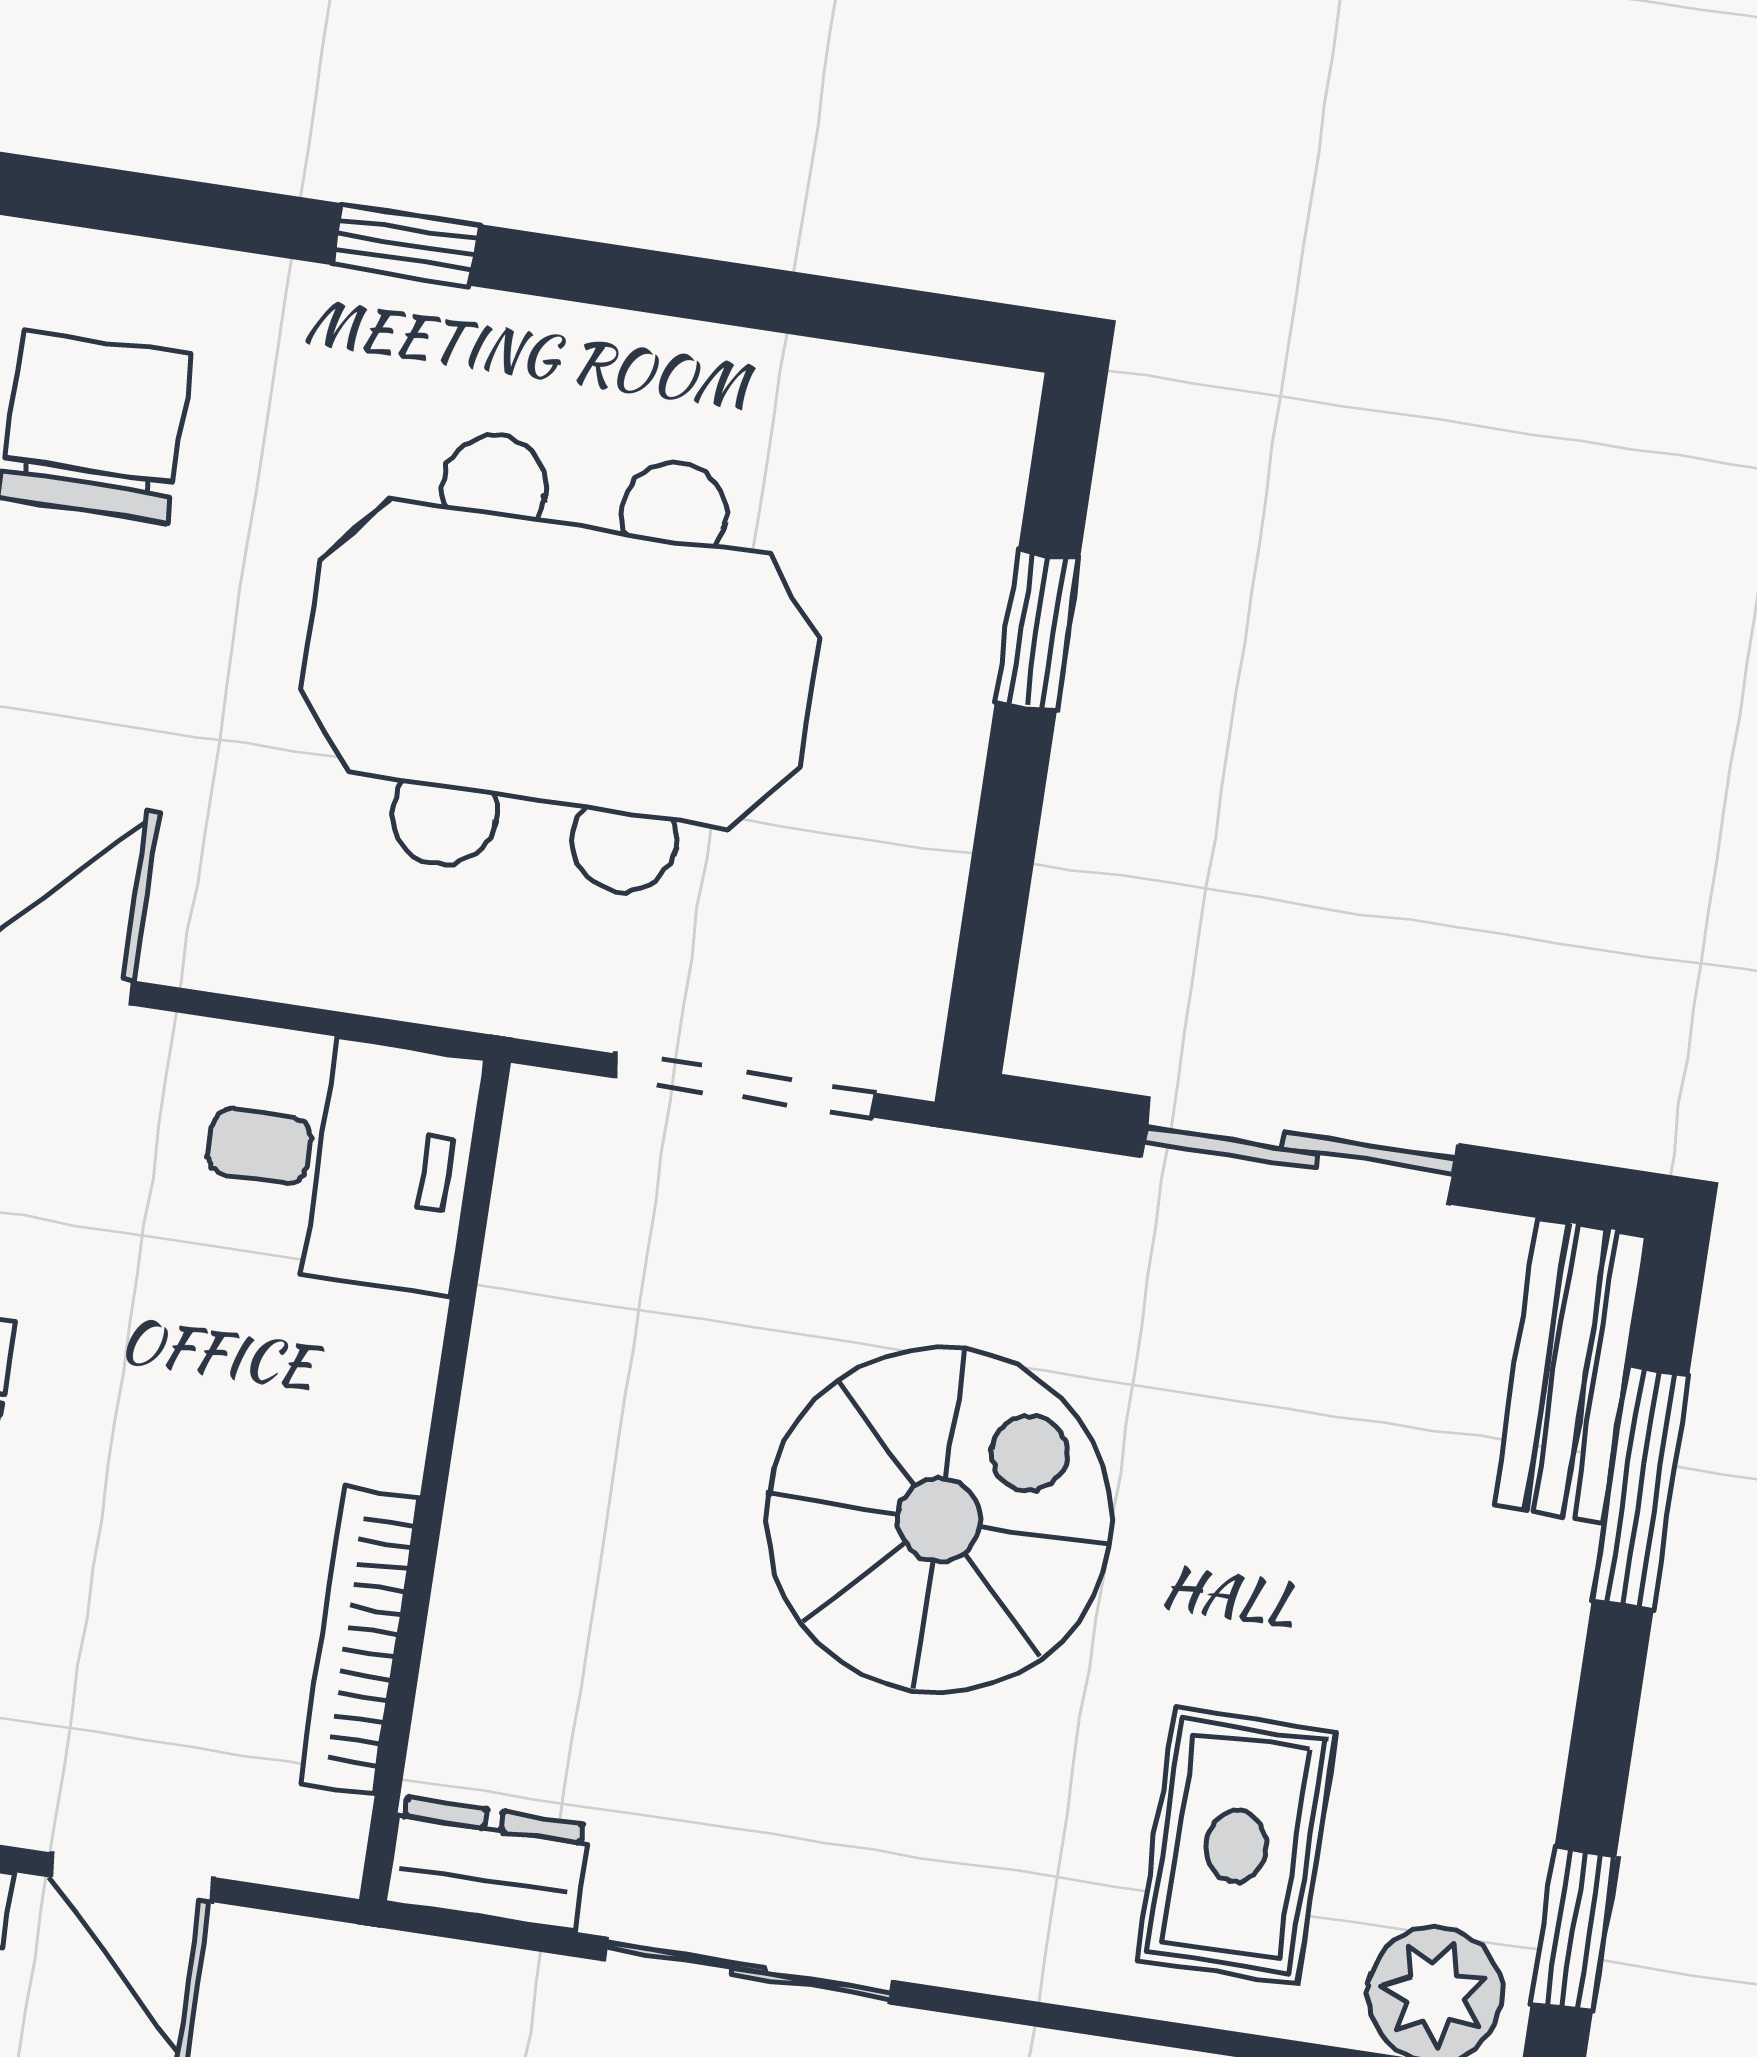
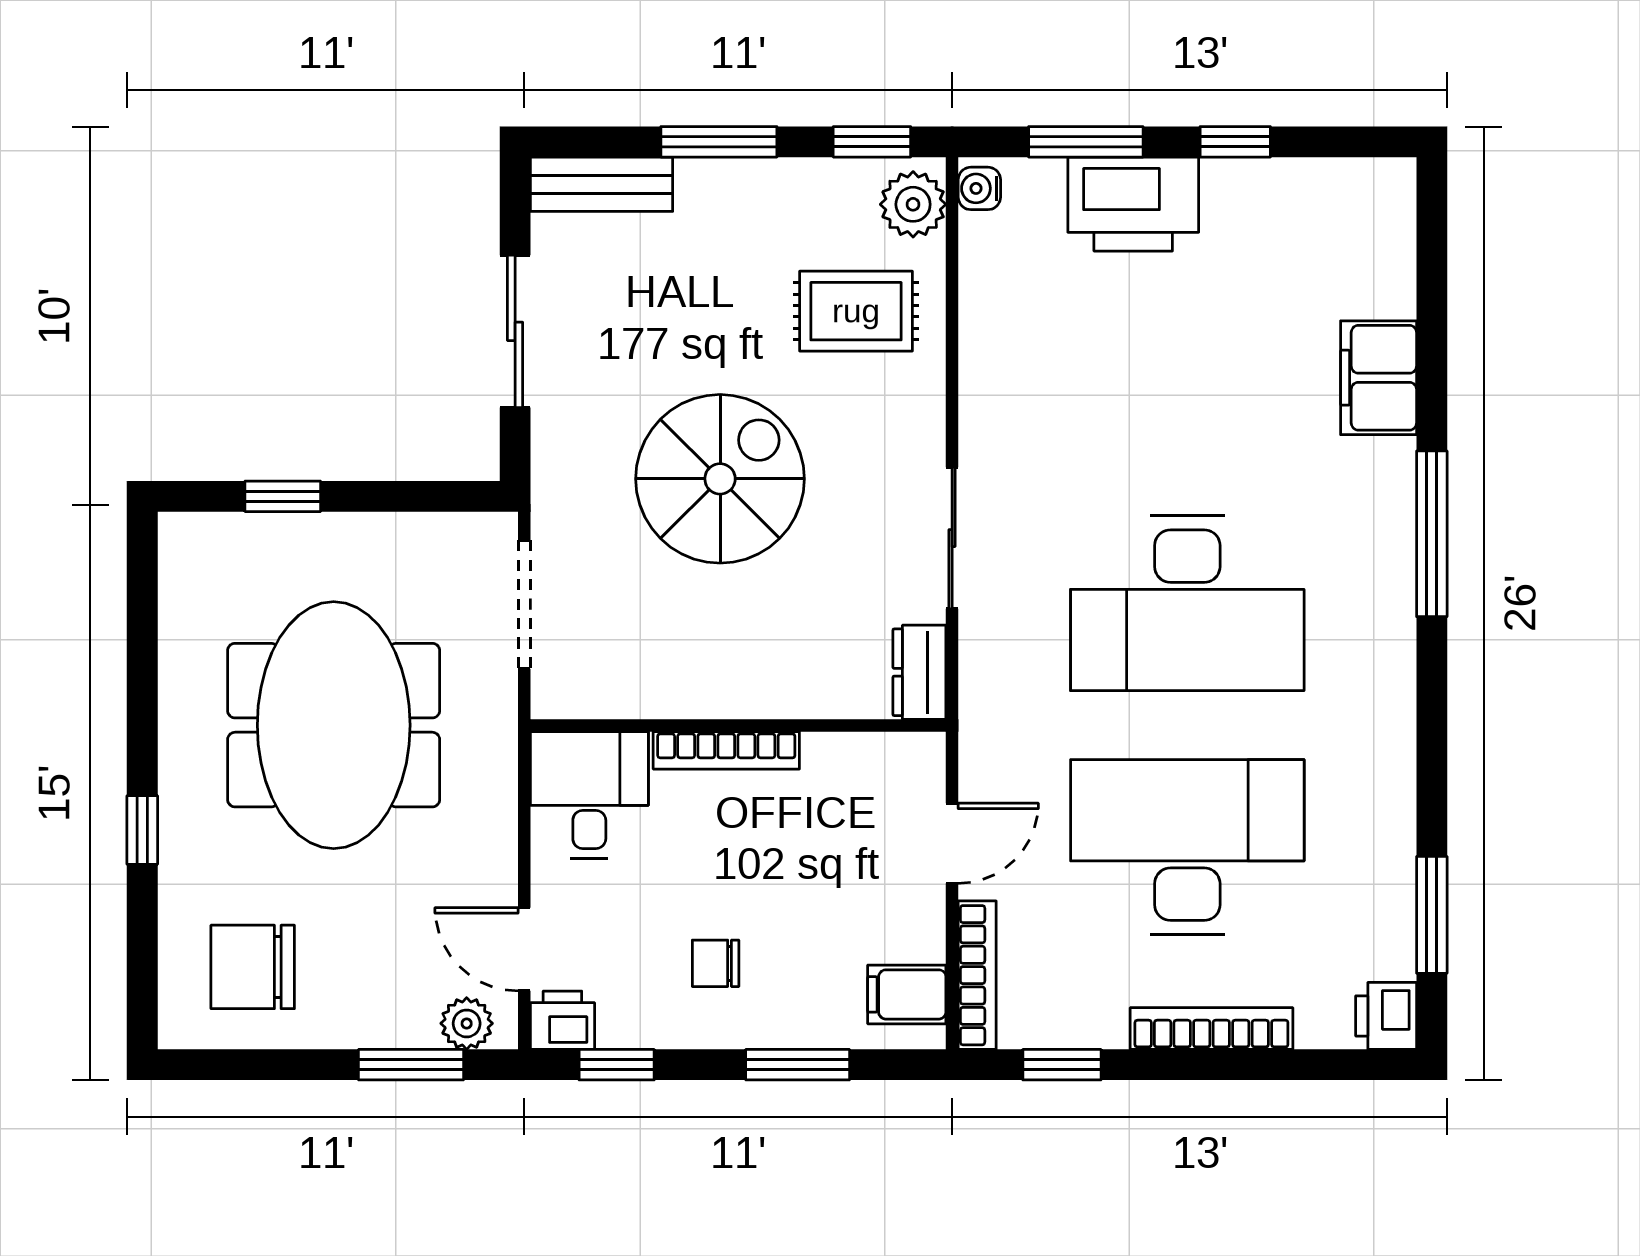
window: (1641, 1488) -> (719, 142), moved
spiral stairs: (939, 1520) -> (720, 479), turned 90
bookcase: (359, 1641) -> (726, 750), moved

